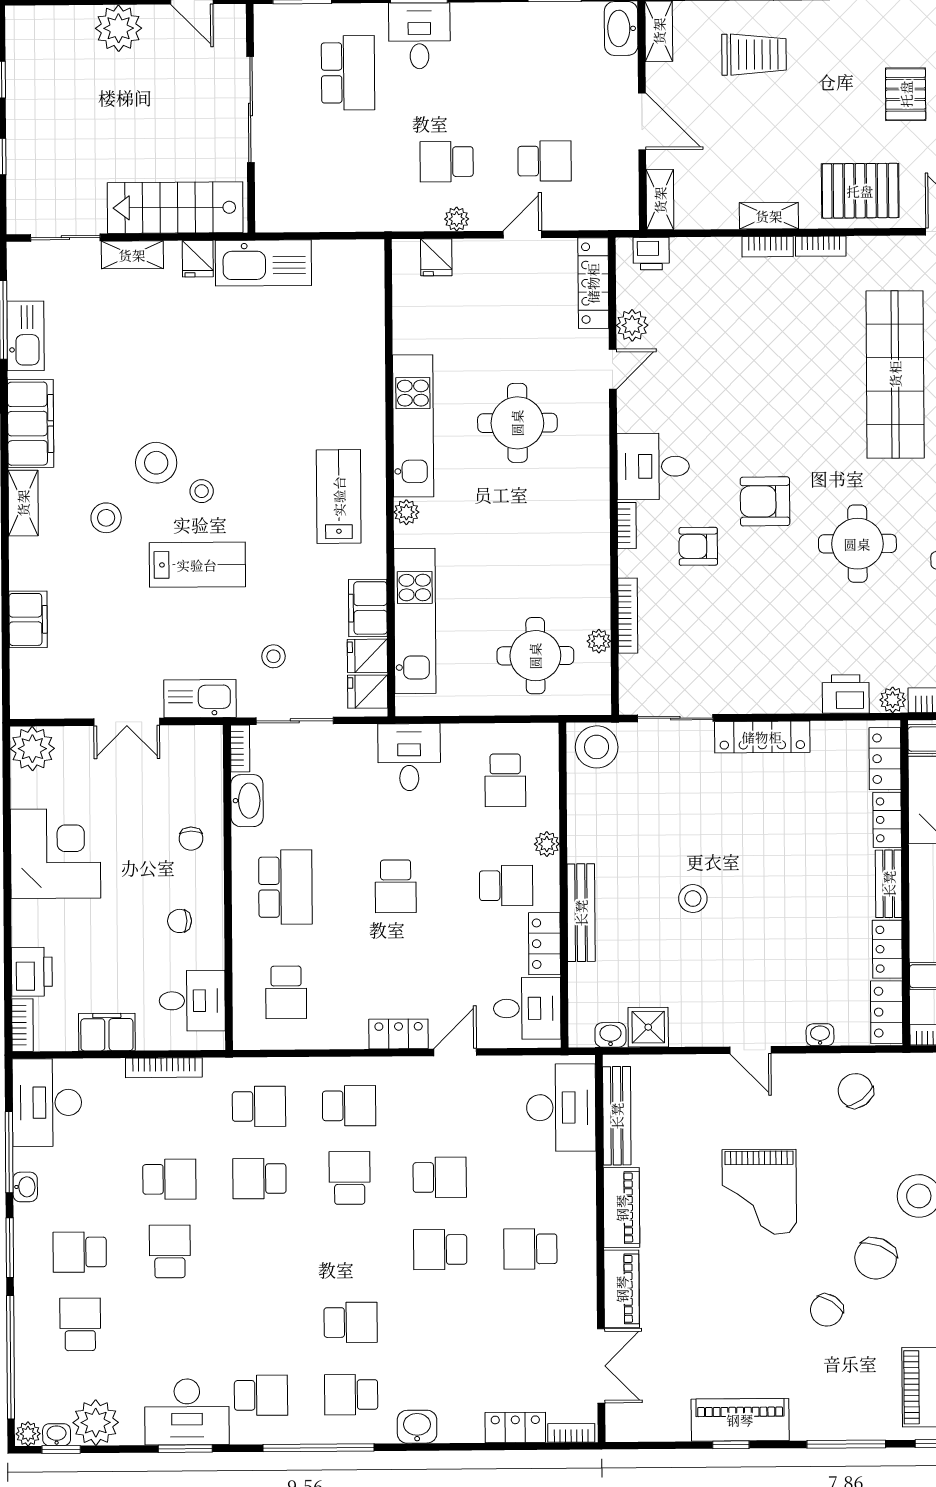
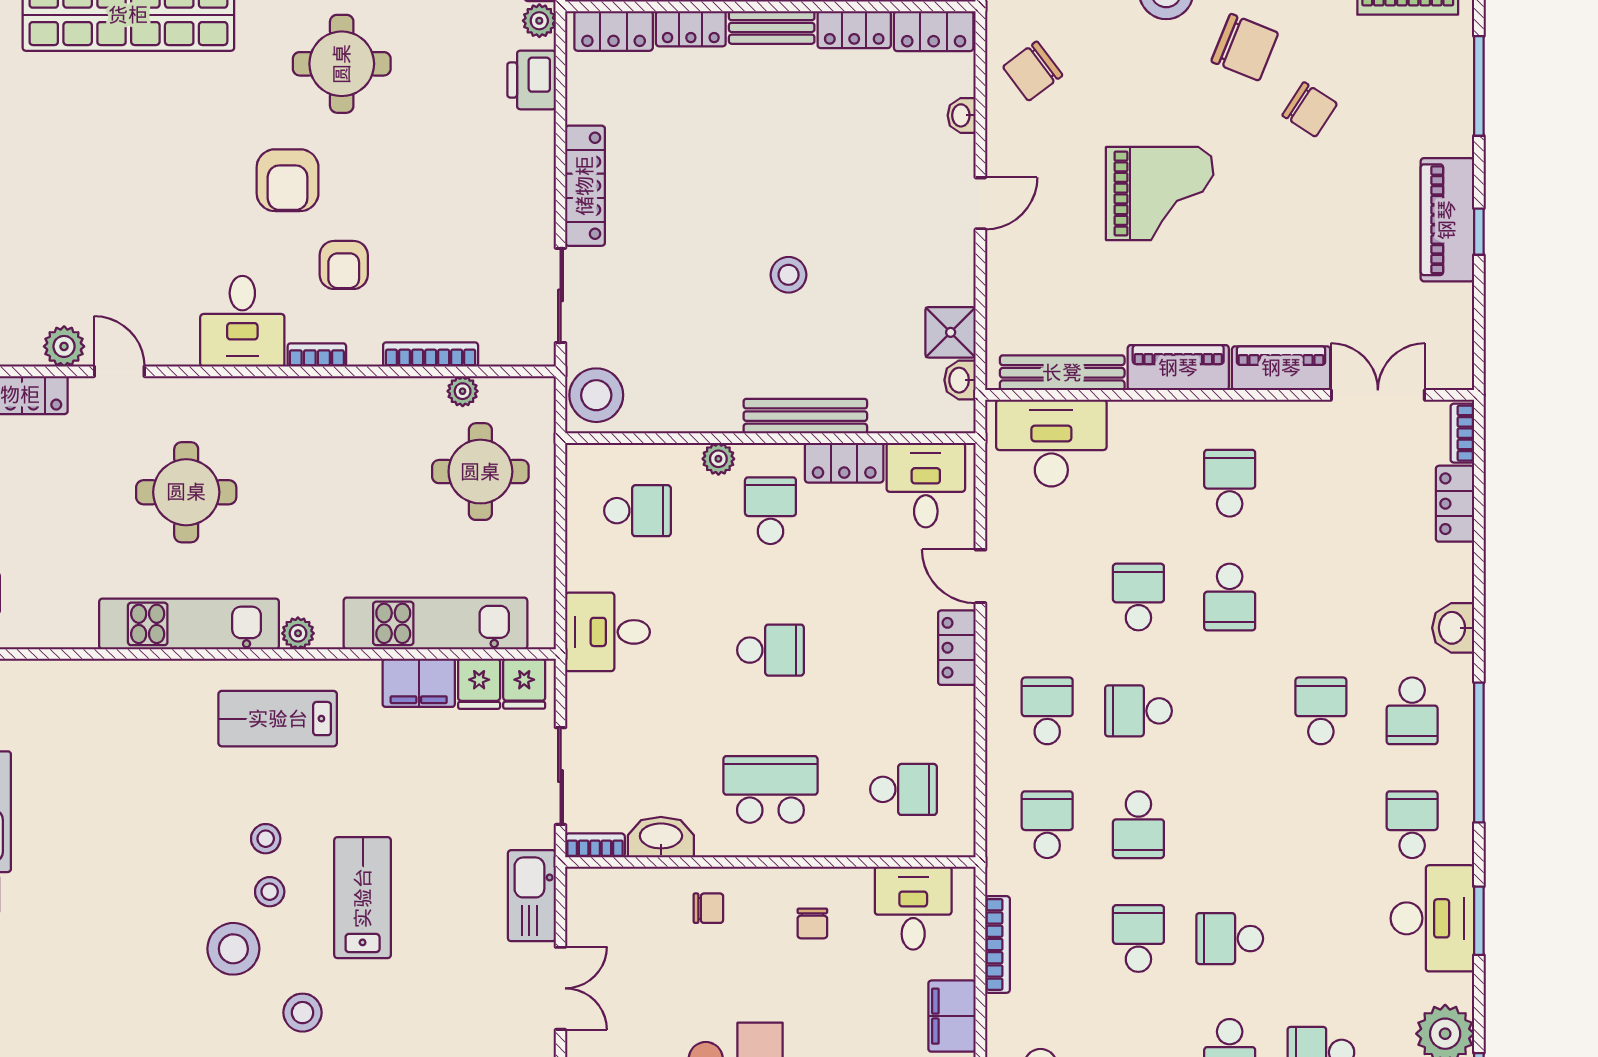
stool: (273, 656) -> (266, 839), moved
school desk: (530, 1249) -> (1230, 483), turned 180

